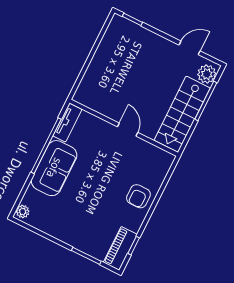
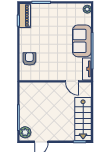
stairs: (182, 114) -> (83, 119), moved, turned 180
door: (128, 130) -> (72, 81), moved
armchair: (138, 196) -> (29, 59), moved

